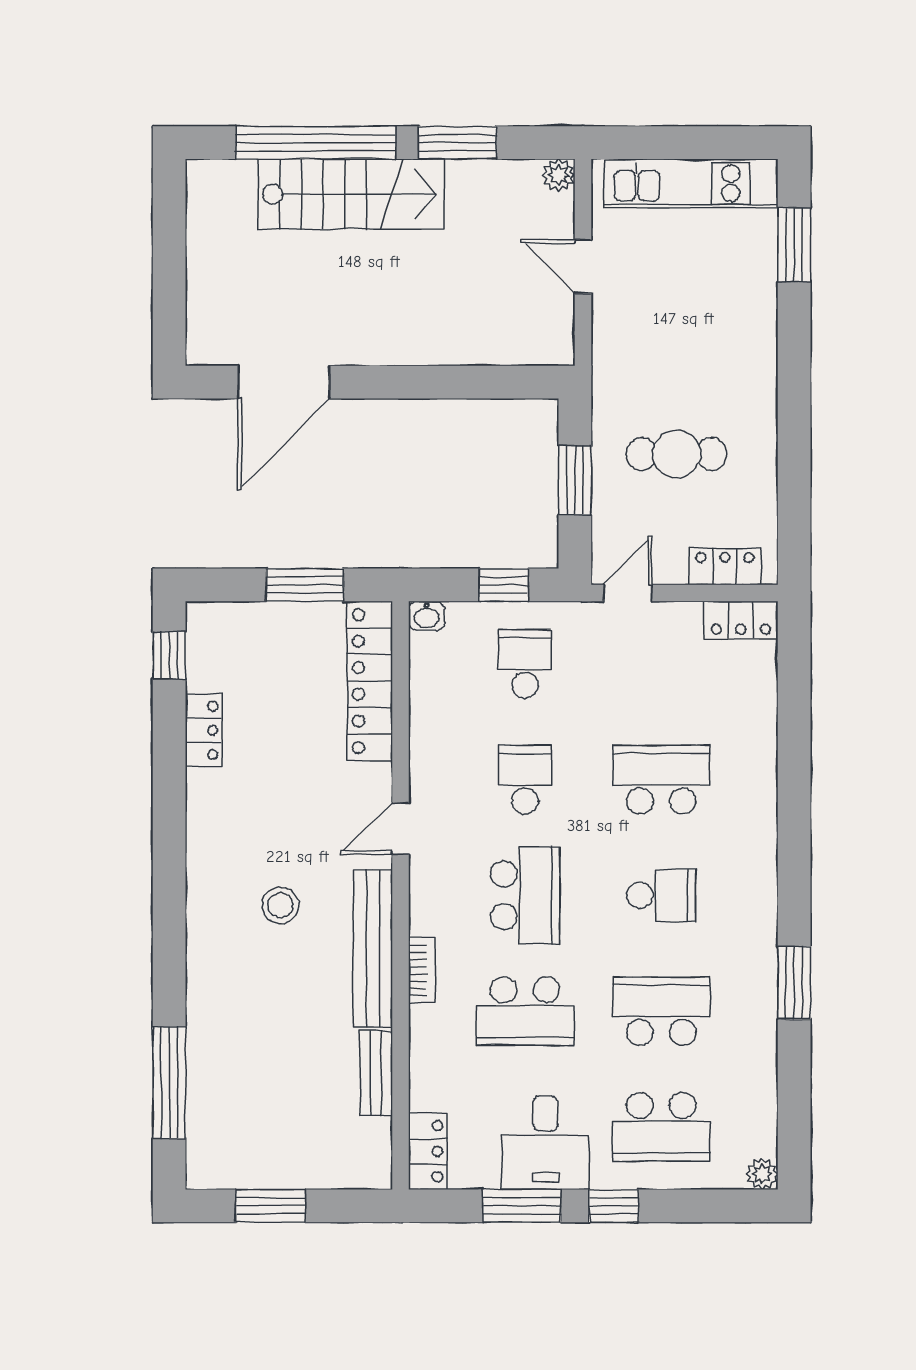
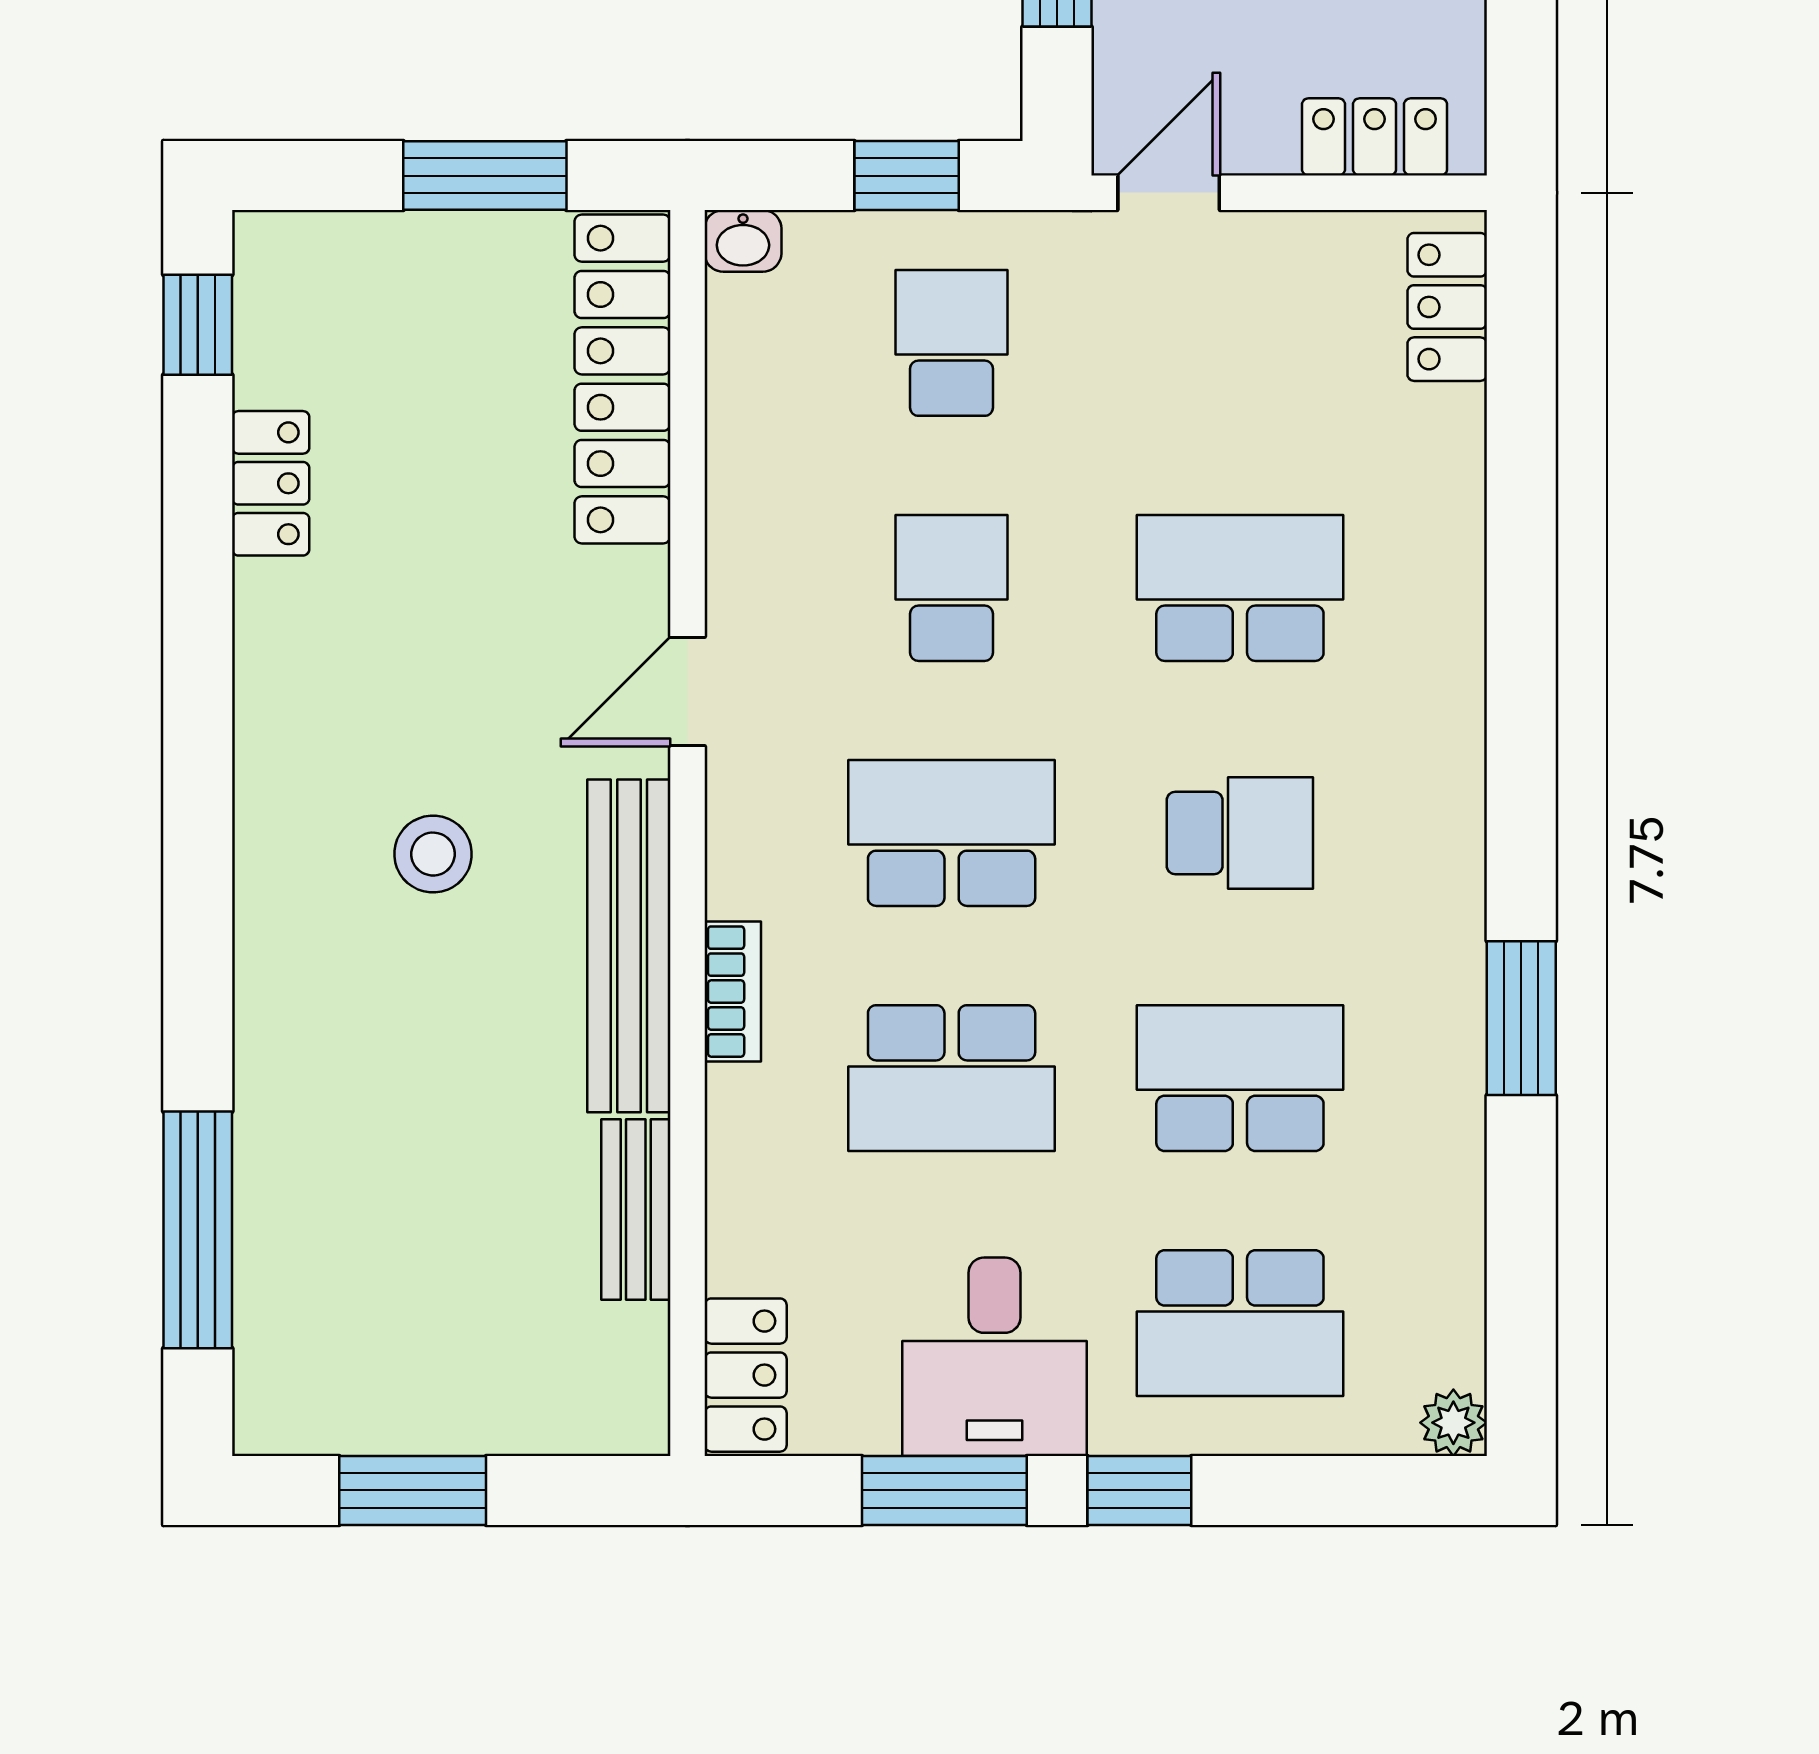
locker: (741, 620) -> (1447, 307), moved, turned 90
school desk: (525, 895) -> (952, 833), turned -90

